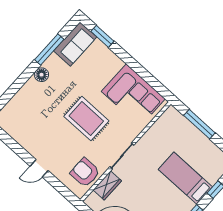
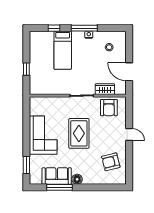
sofa: (75, 44) -> (57, 176), moved
corner sofa: (133, 95) -> (43, 135), moved
window: (199, 124) -> (26, 69), width x0.46
armchair: (28, 125) -> (111, 162), added

